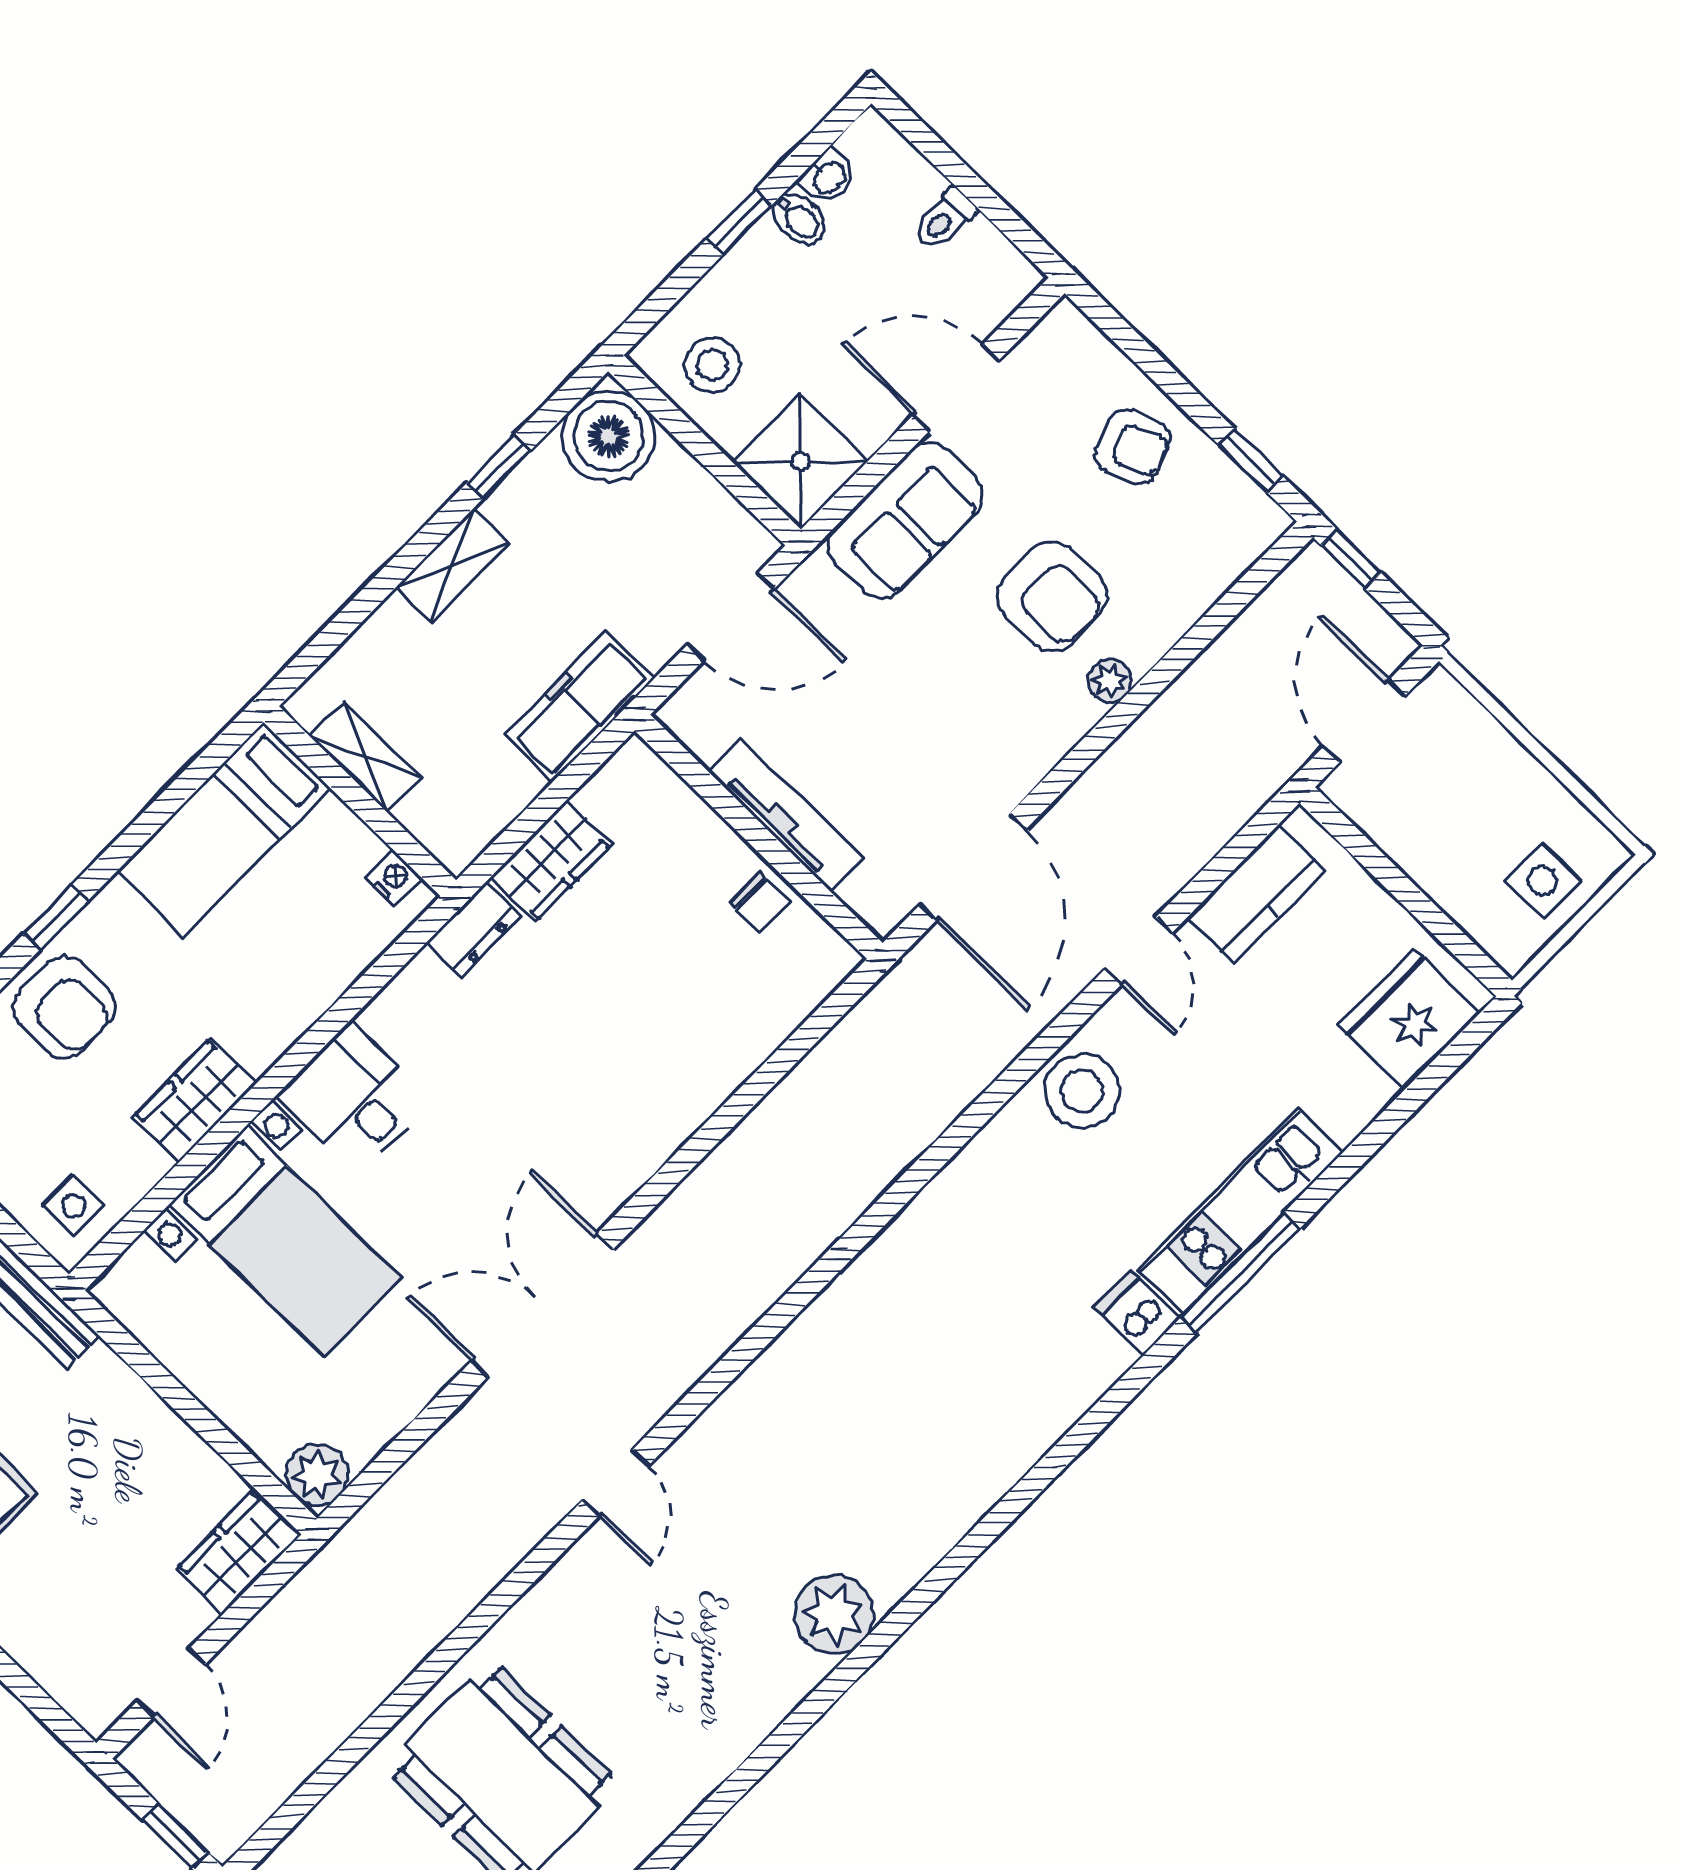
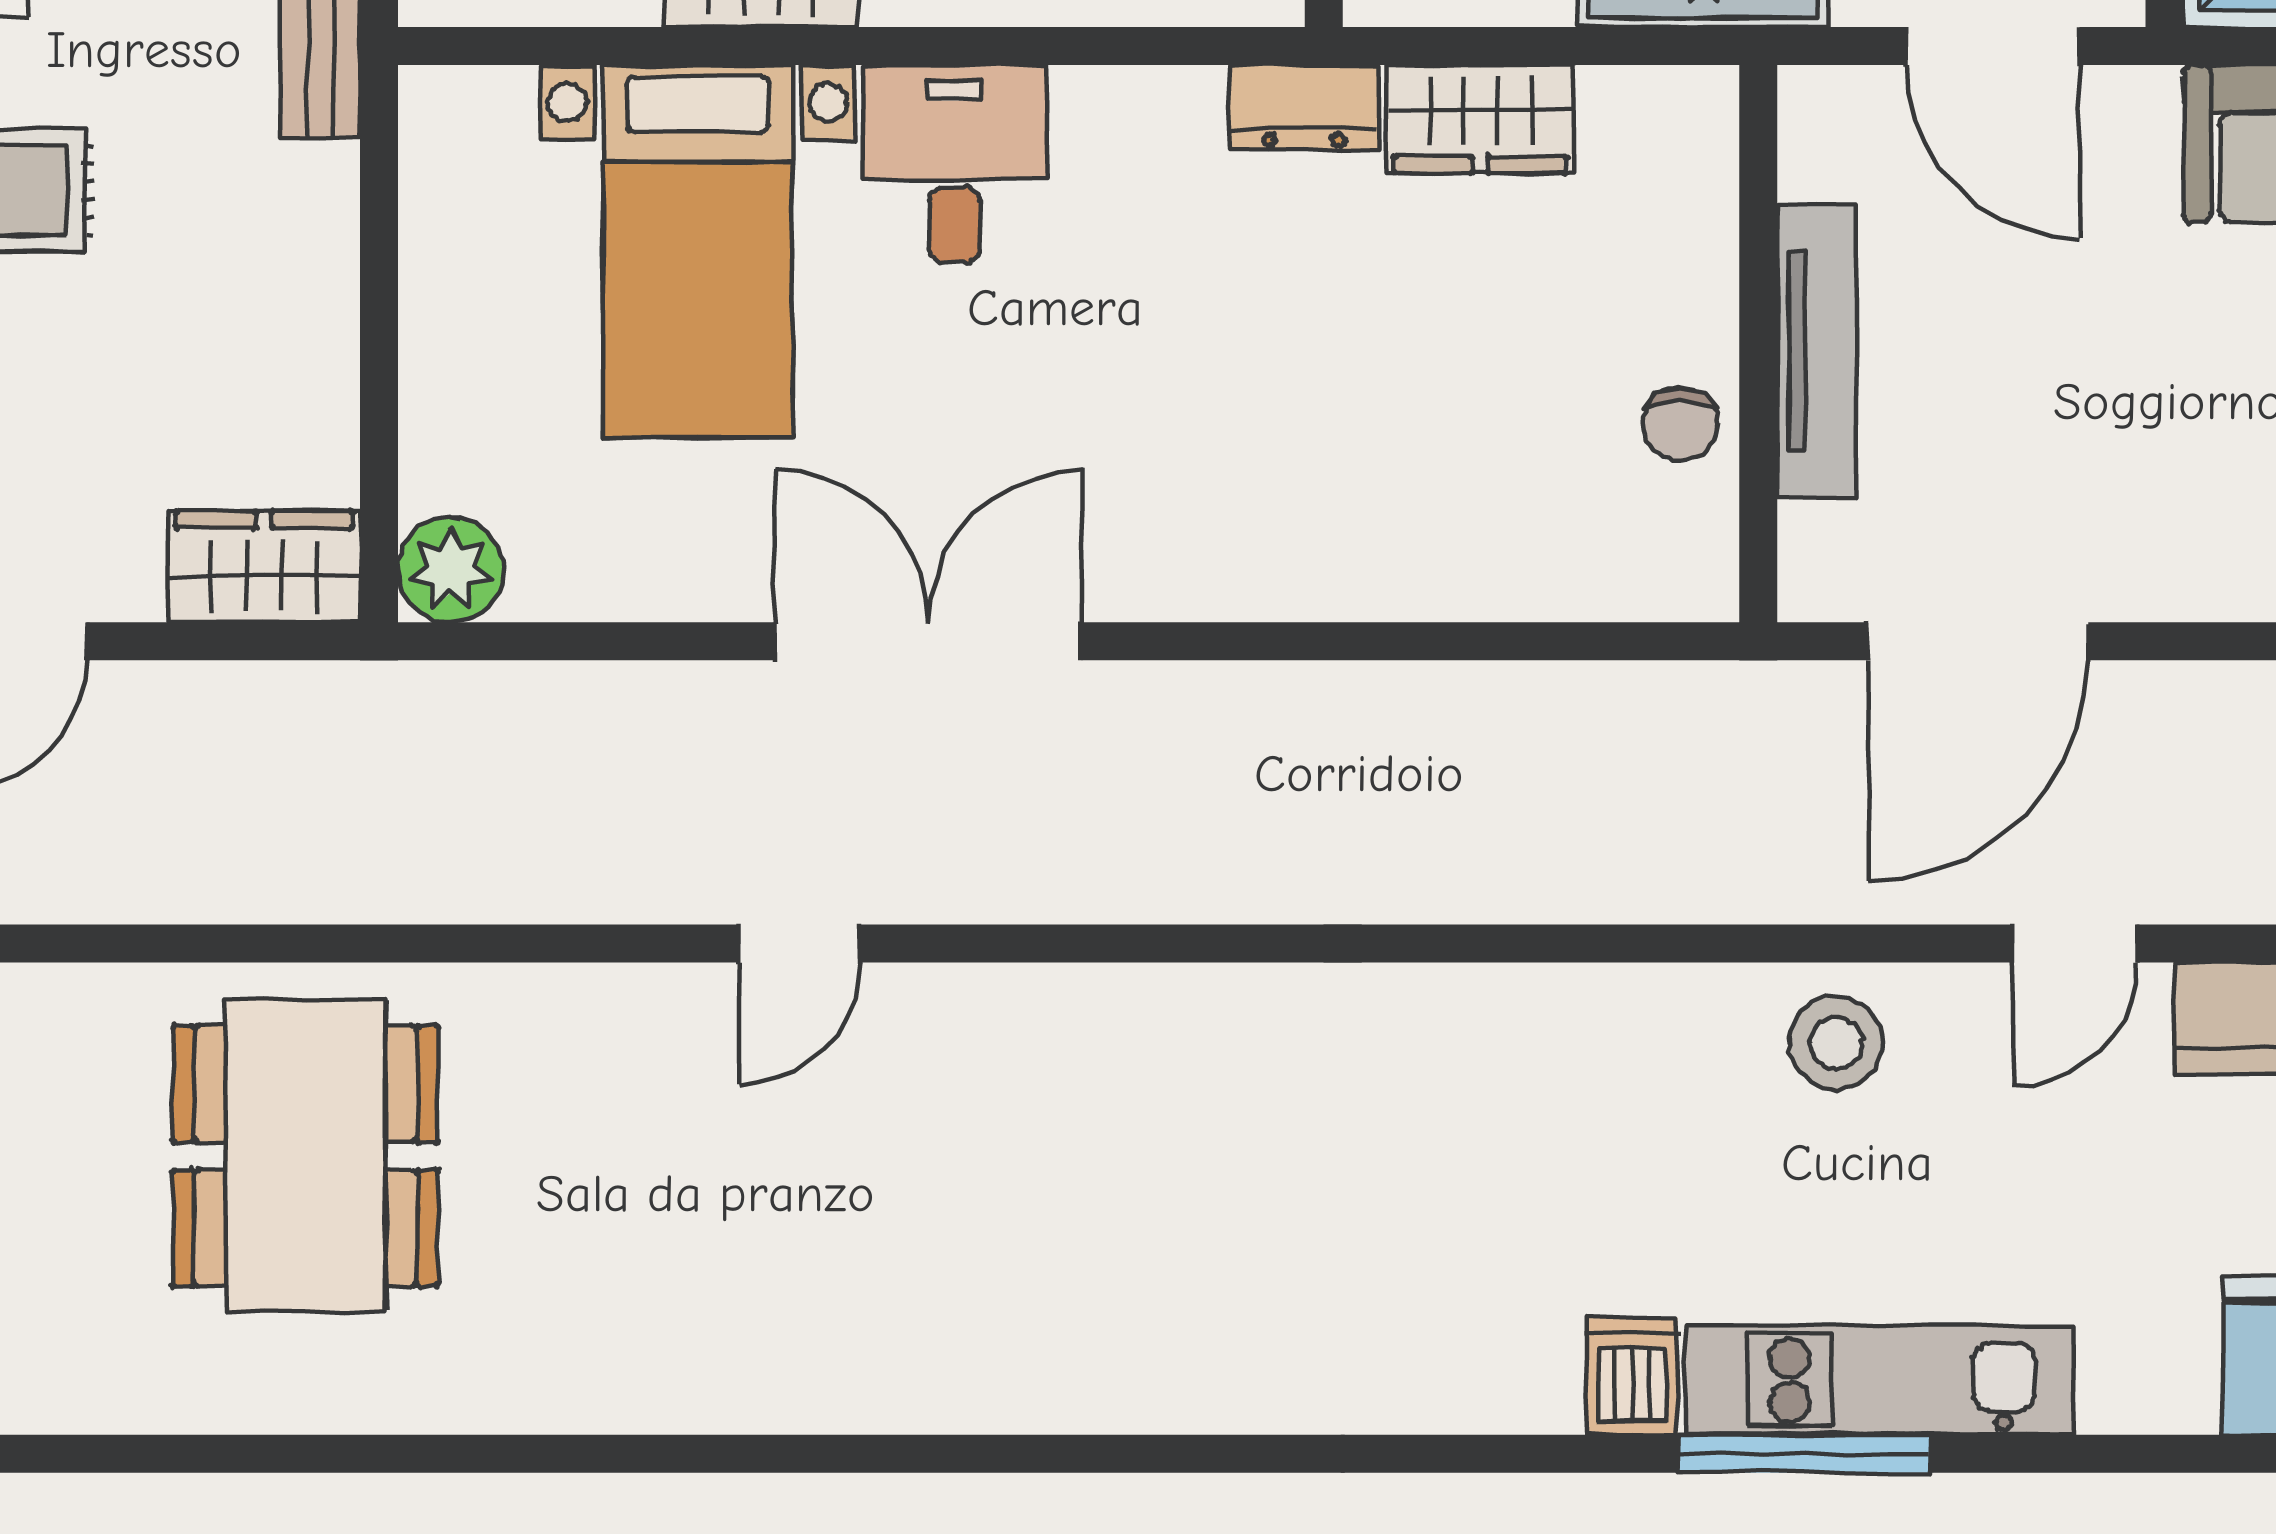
stool: (1082, 1091) -> (1836, 1043), width x0.73, depth x0.73
plant: (834, 1614) -> (900, 1367), removed

